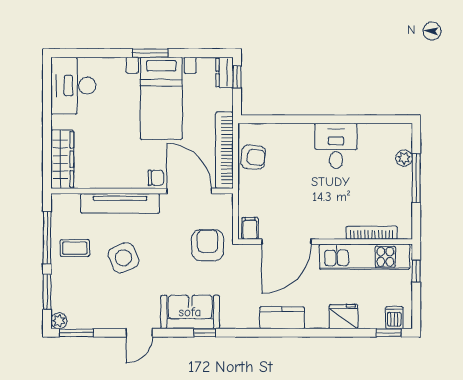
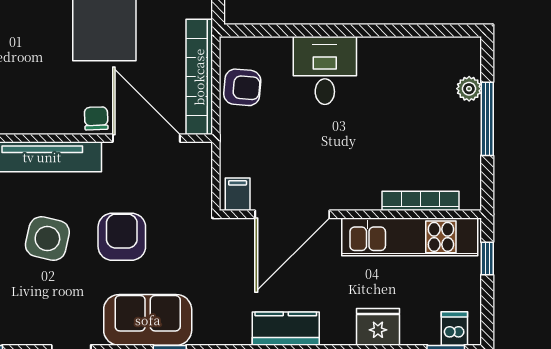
desk: (336, 146) -> (325, 70), moved
chair: (156, 178) -> (96, 118), turned -92
armchair: (208, 245) -> (122, 237), moved
side table: (123, 258) -> (47, 239), turned 36

